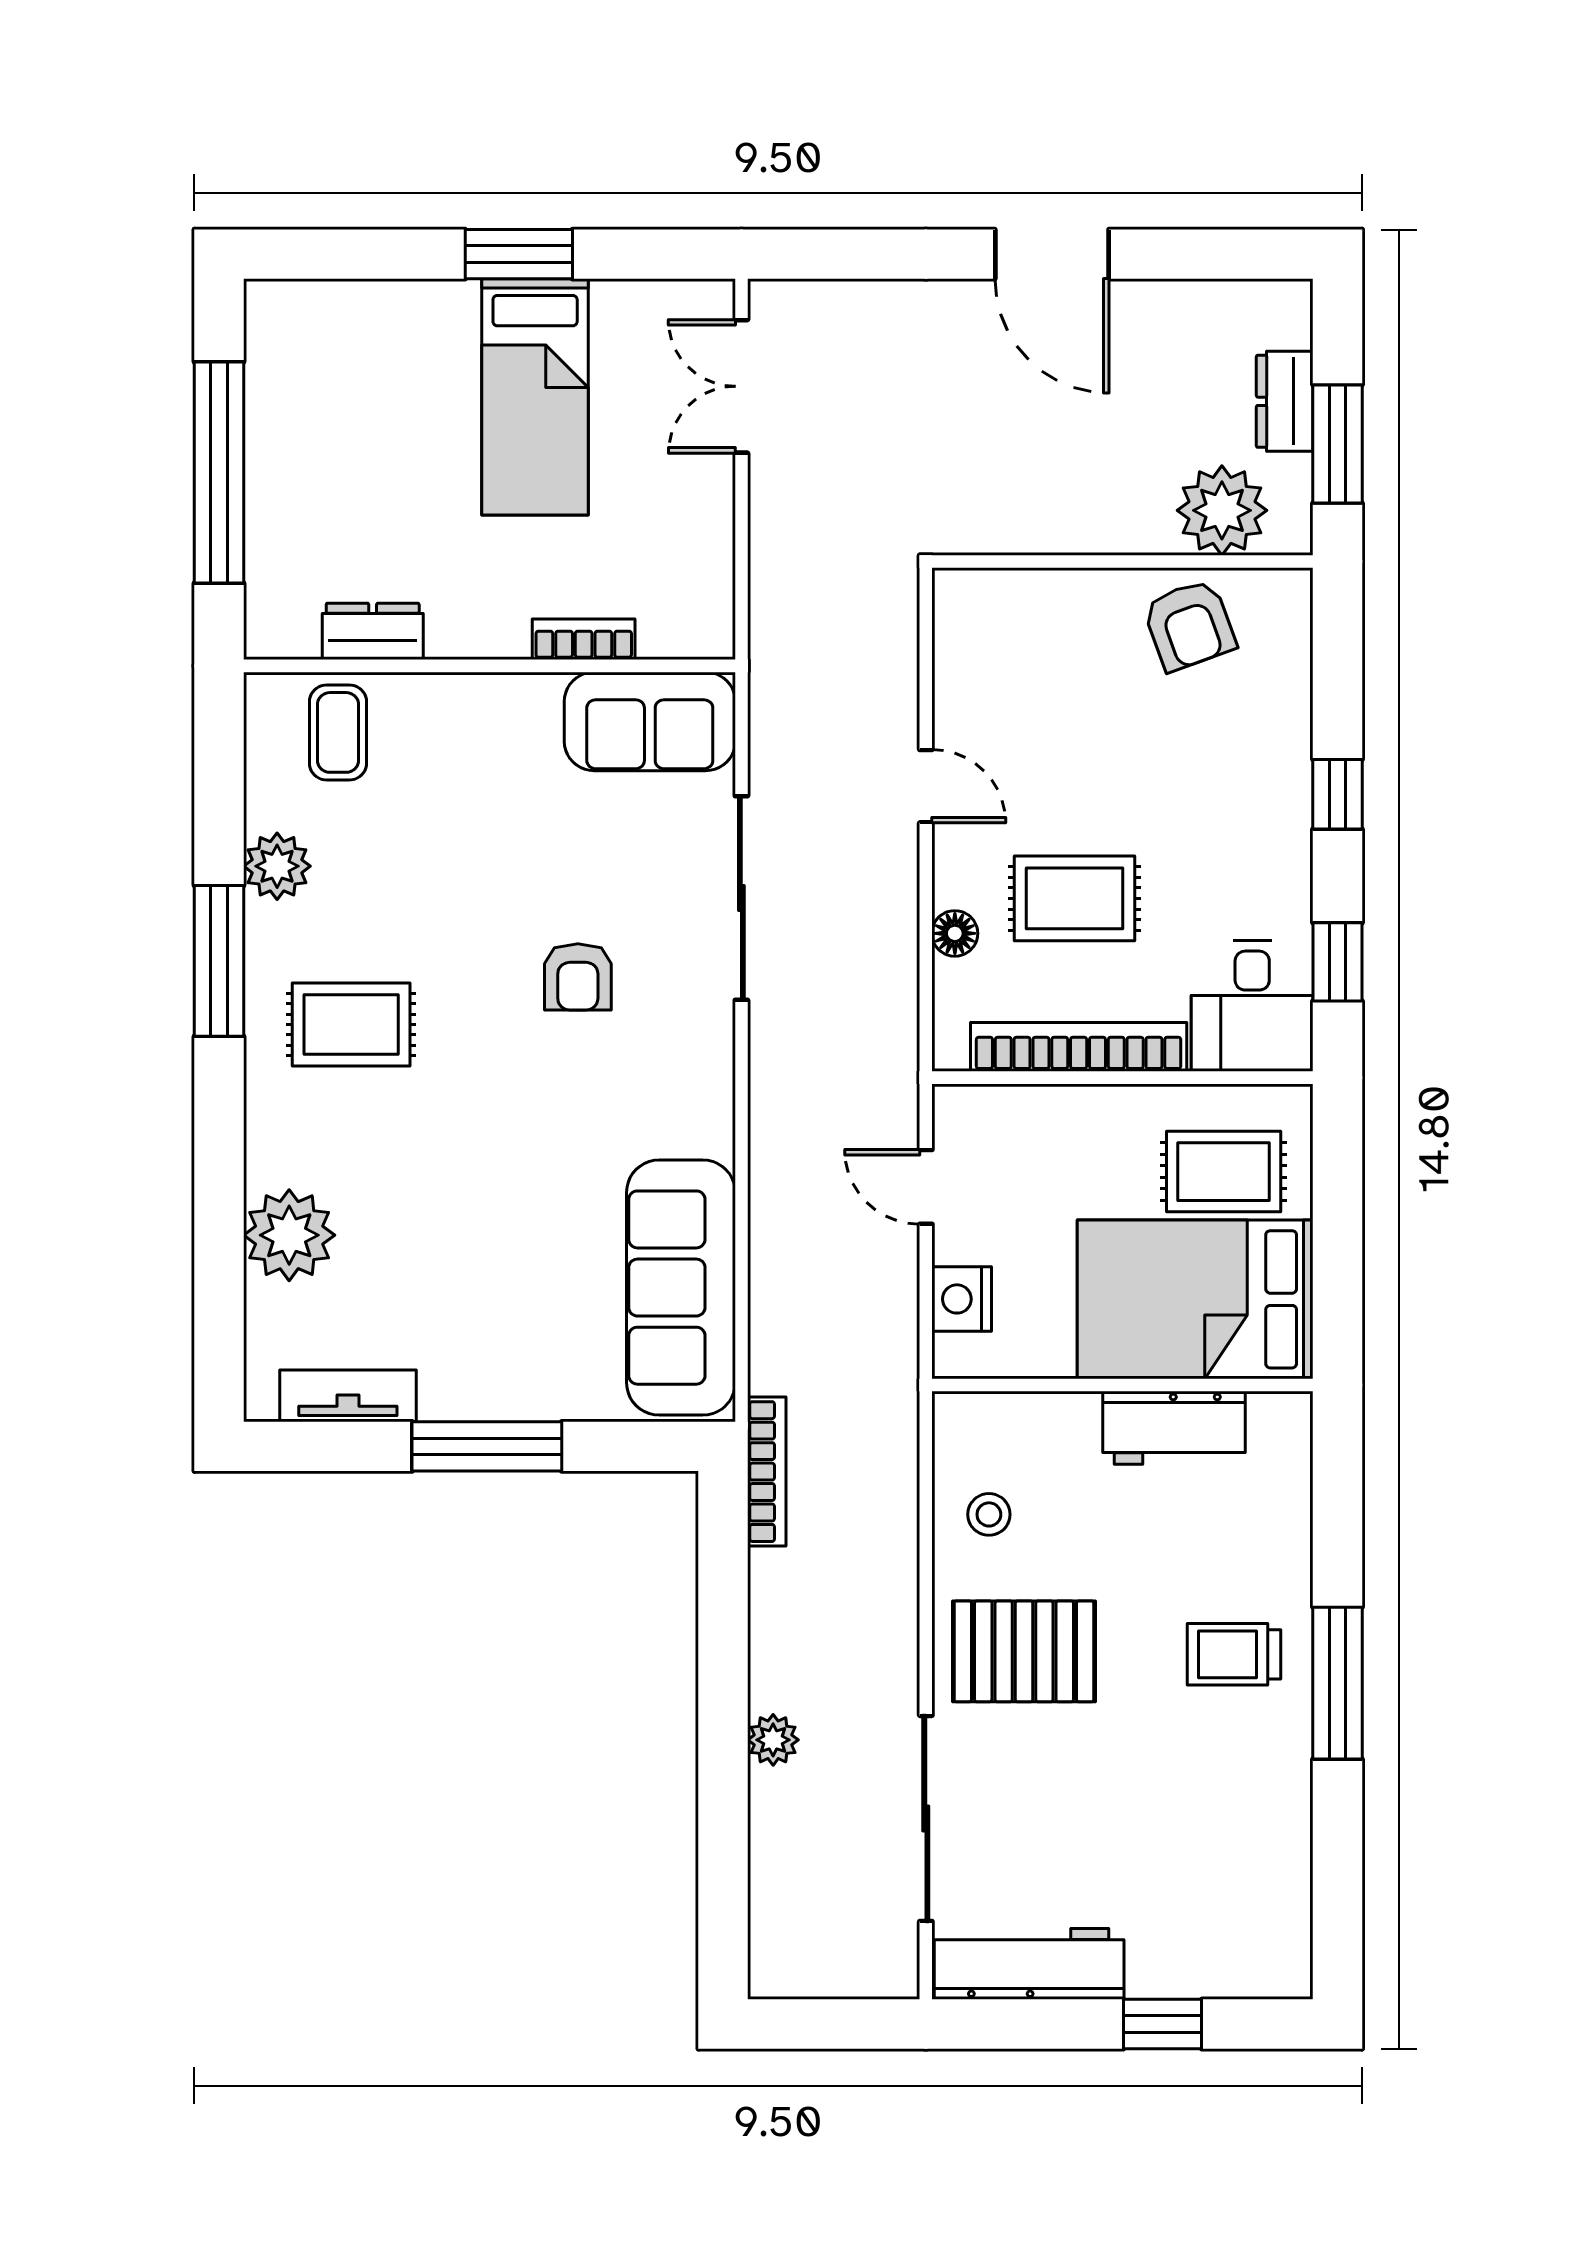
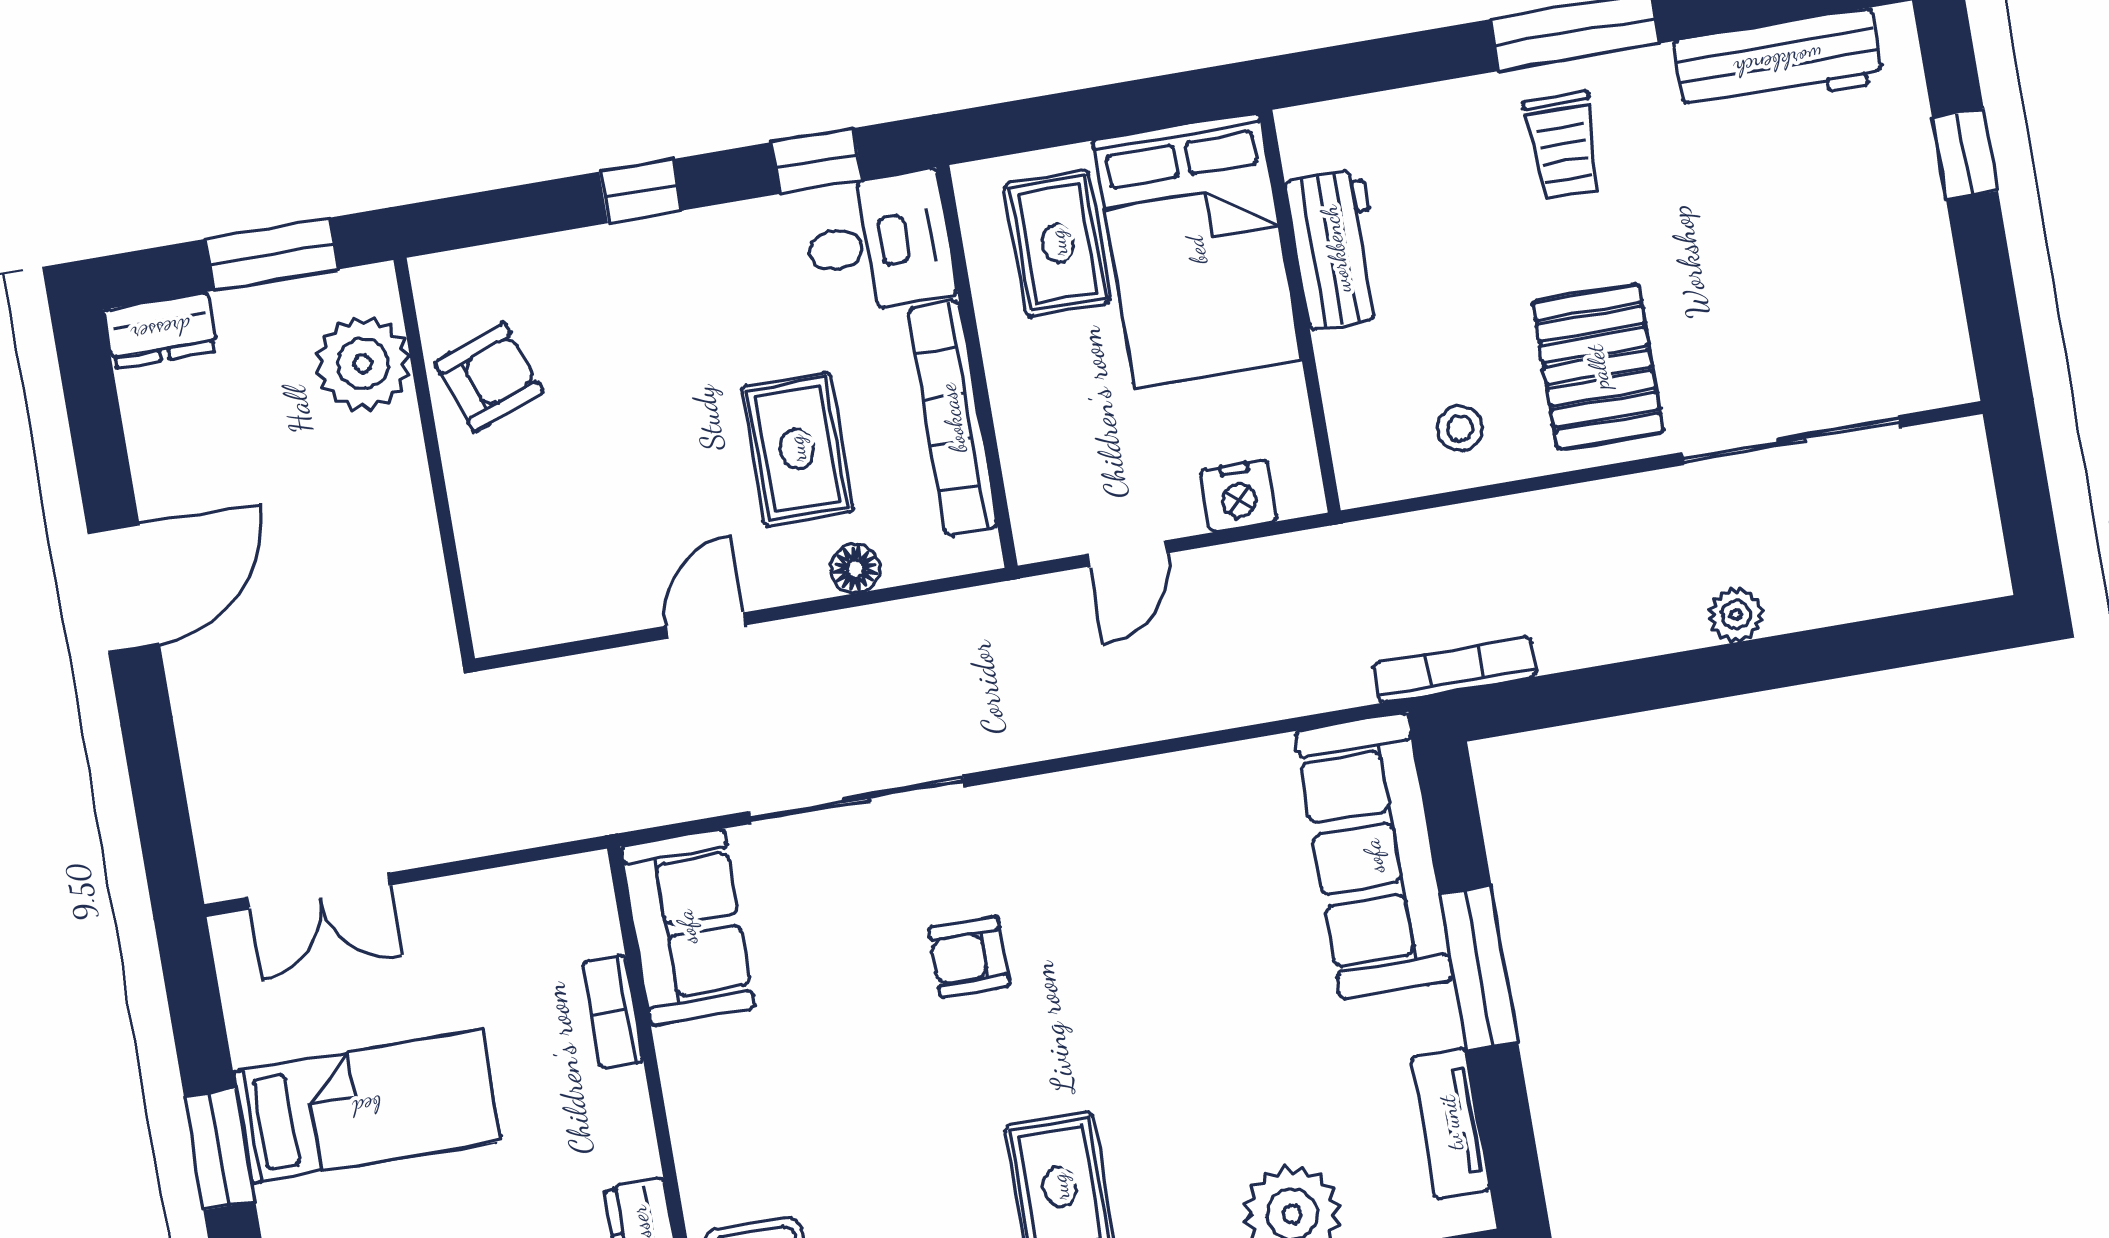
dresser: (1285, 401) -> (161, 330), moved
armchair: (578, 977) -> (969, 957), turned 180
sofa: (681, 1288) -> (1374, 856), moved, turned 90
workbench: (1029, 1964) -> (1778, 62), moved, turned -90

